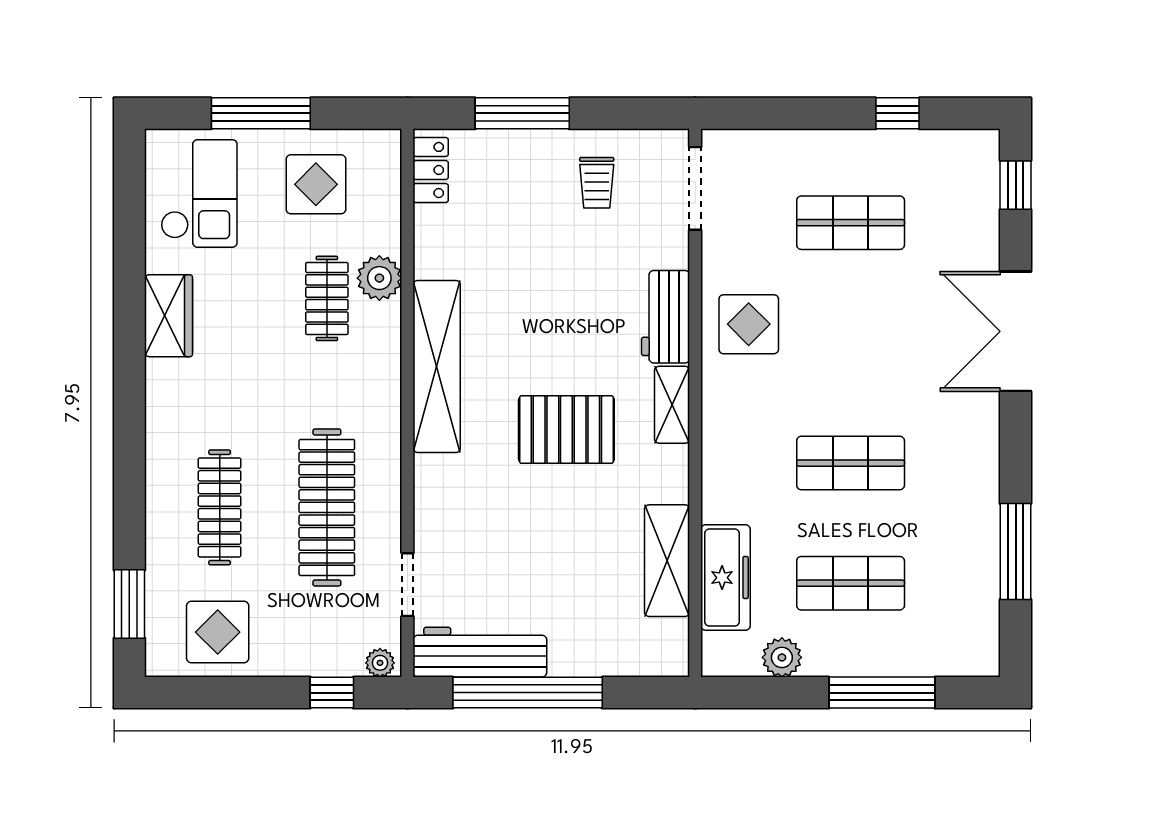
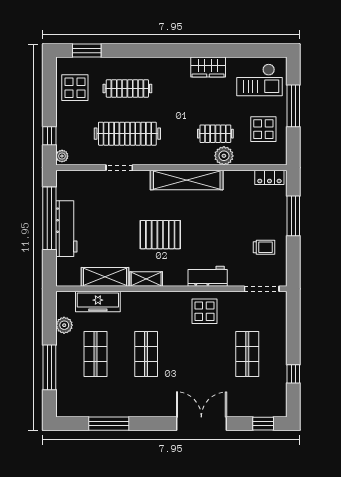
trolley: (597, 183) -> (264, 247), turned 180
shelving: (672, 405) -> (146, 279), moved
pallet: (566, 430) -> (160, 235), turned 90
doorway: (407, 585) -> (119, 168), moved
workbench: (480, 652) -> (66, 229), moved

